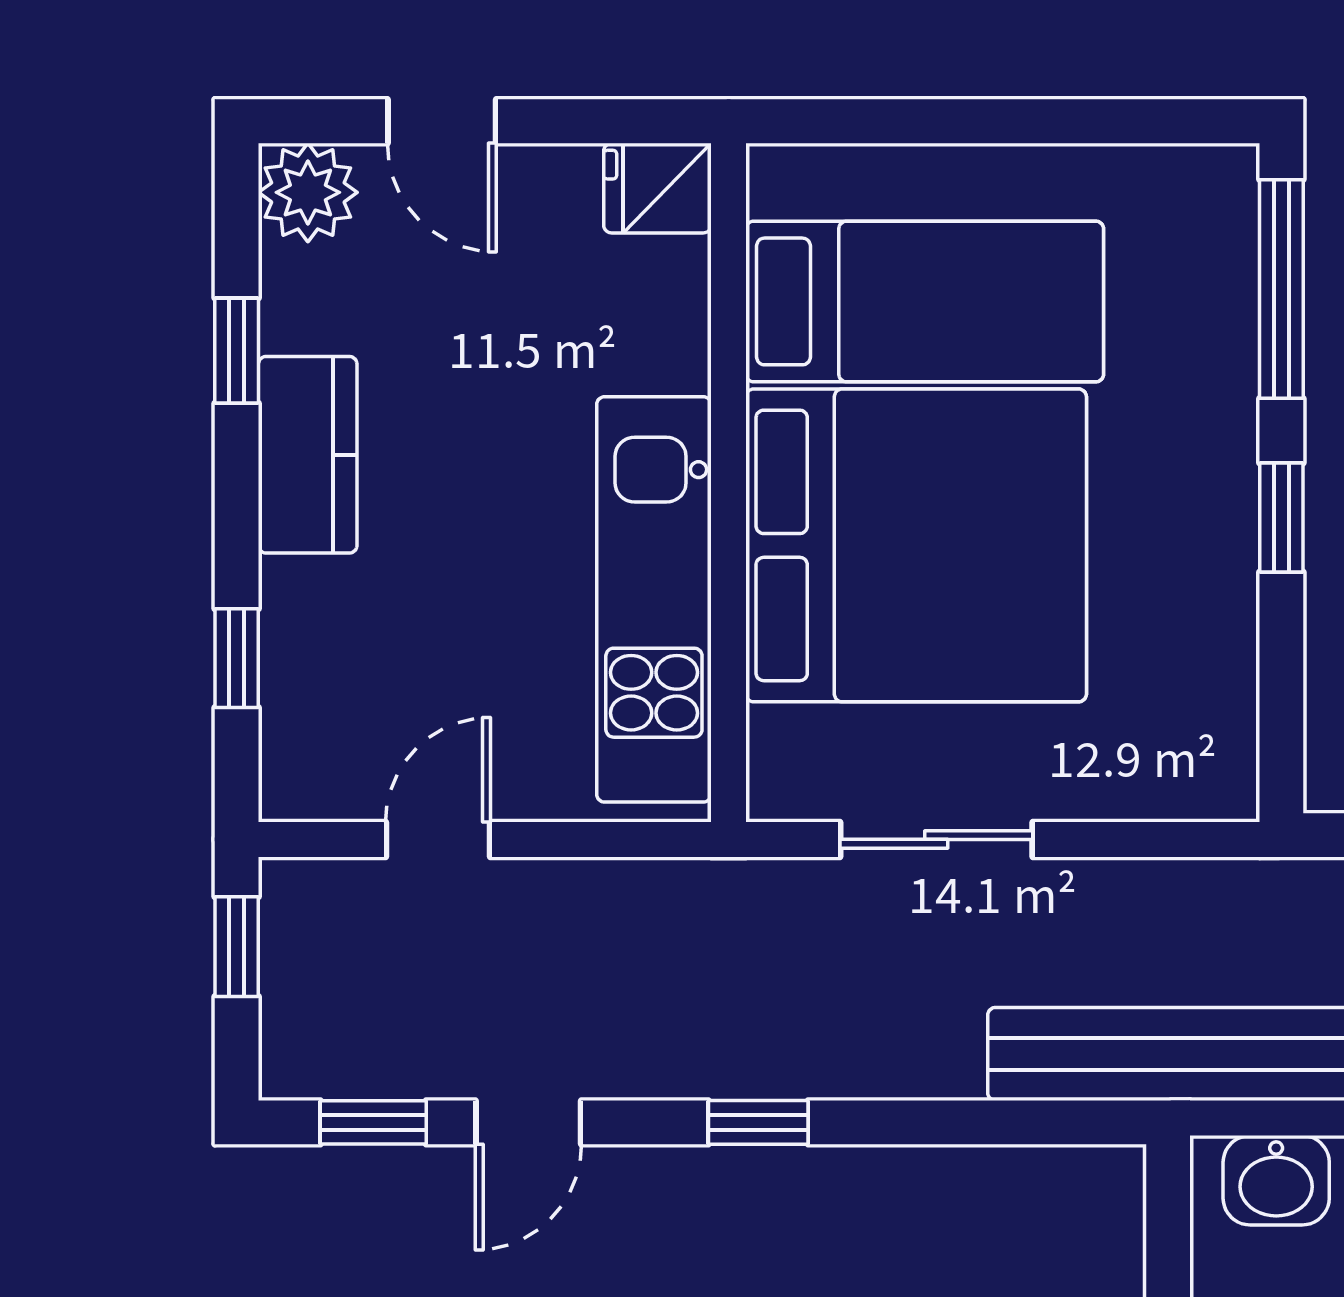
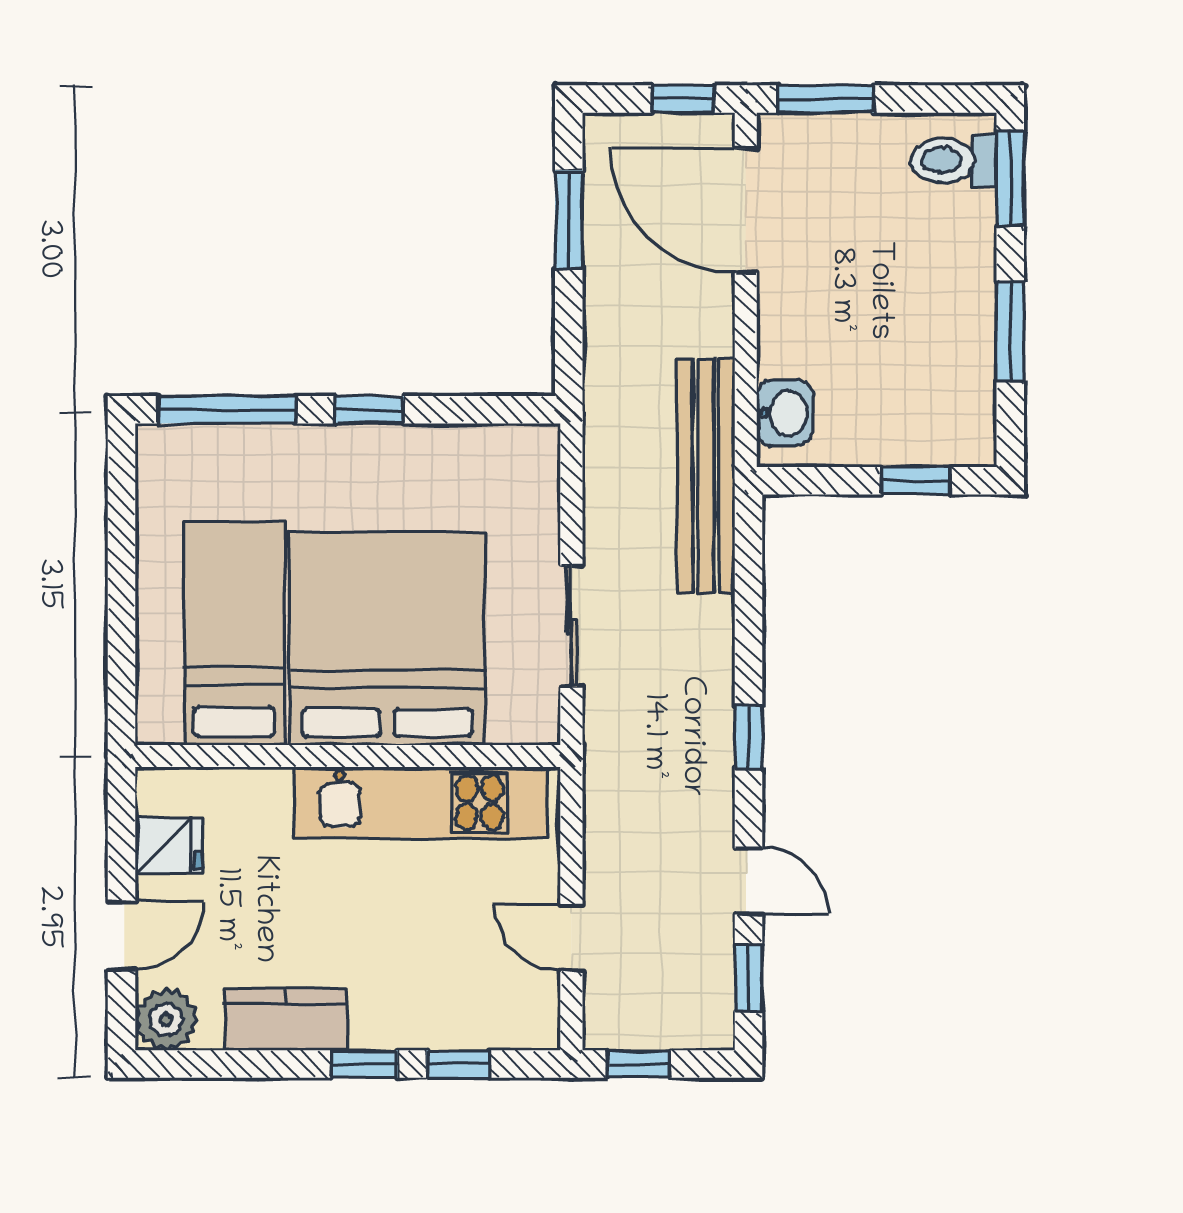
fridge: (657, 188) -> (169, 846), moved, turned -90
window: (237, 351) -> (365, 1064), moved
kitchen counter: (308, 455) -> (286, 1020), moved

